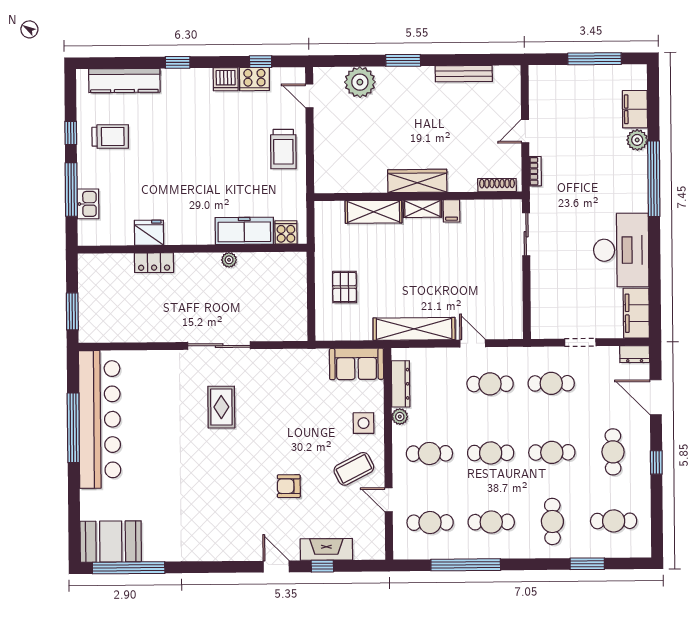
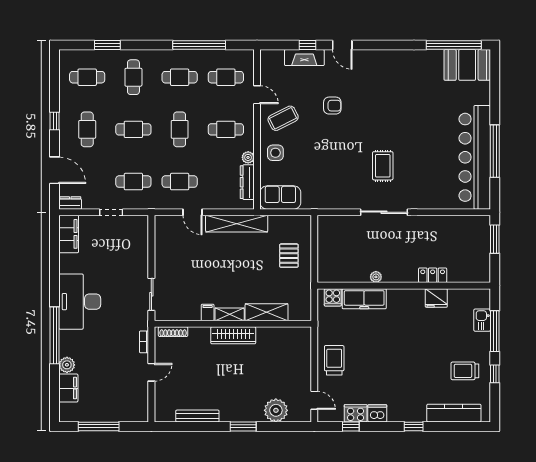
desk: (621, 250) -> (80, 302), moved
cafe table: (491, 453) -> (180, 129), turned 90

